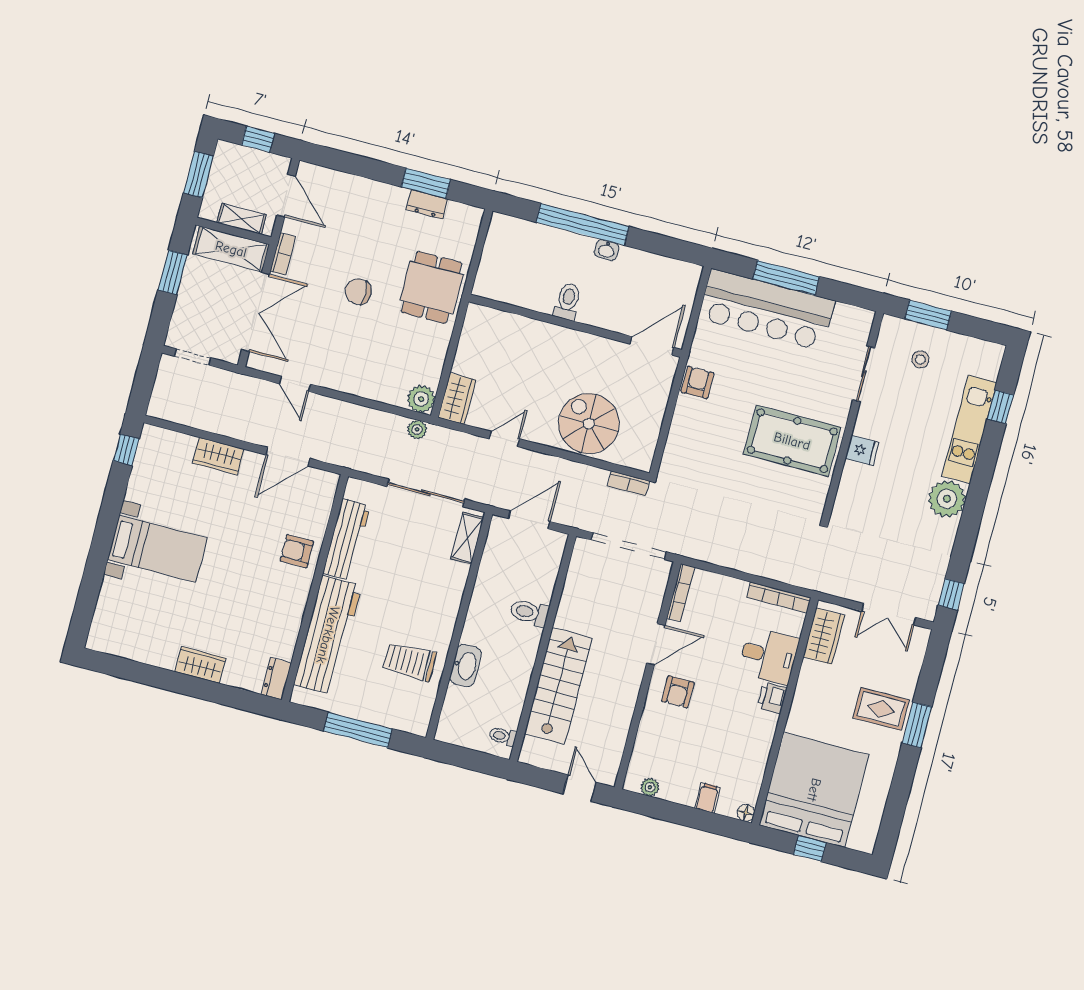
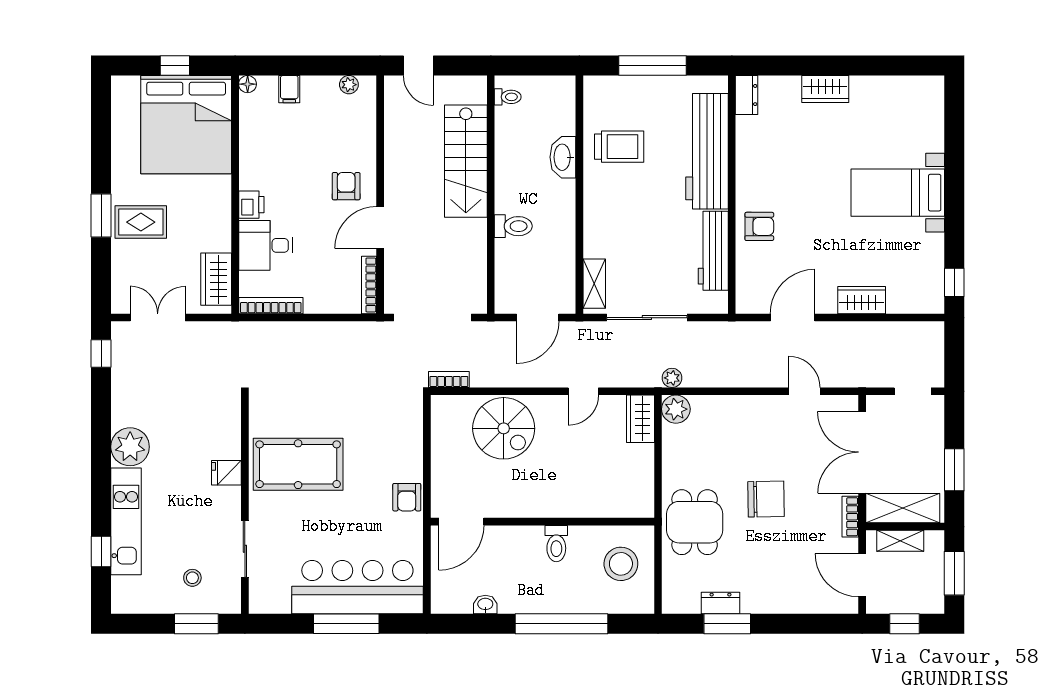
washbasin: (606, 250) -> (485, 605), moved
stool: (512, 266) -> (621, 564), added
chair: (358, 292) -> (766, 499), width x1.37, depth x1.37

